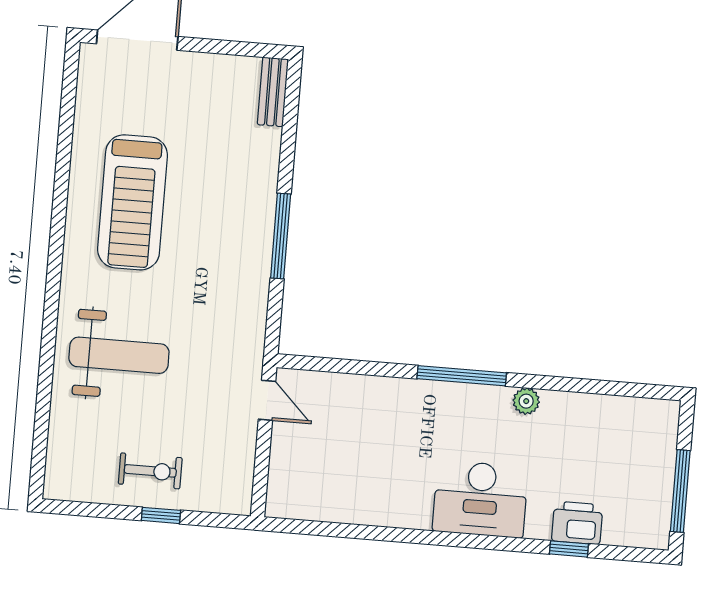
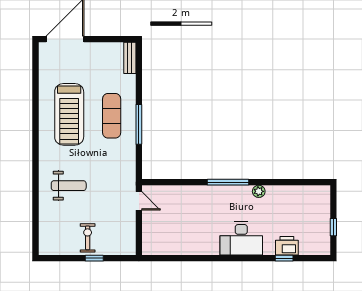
exercise mat: (224, 213) -> (112, 116), added
weight bench: (119, 355) -> (69, 186), width x0.73, depth x0.75
exercise bike: (150, 471) -> (88, 238), turned -90
window: (680, 491) -> (333, 227), width x0.46

